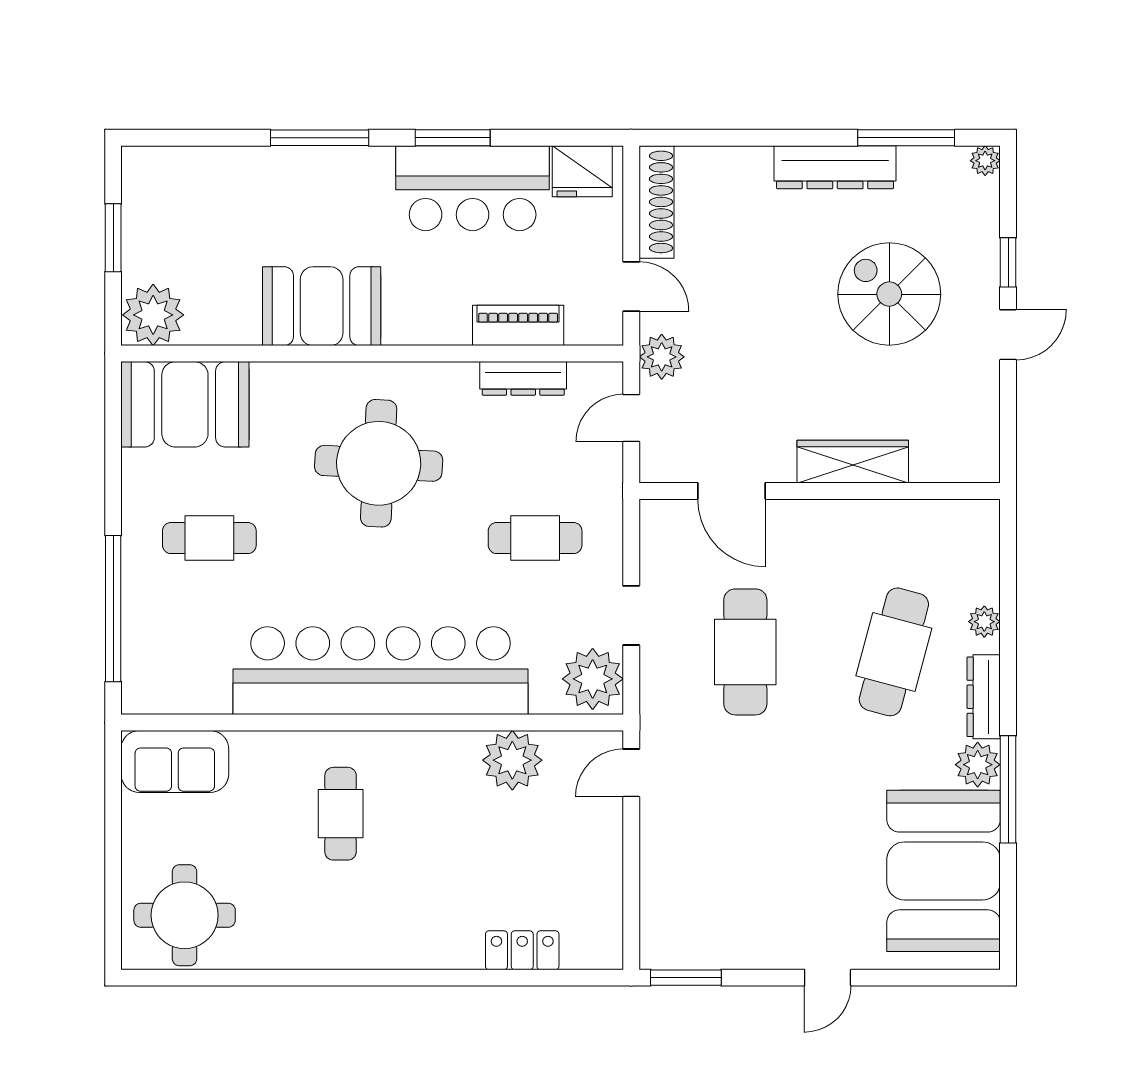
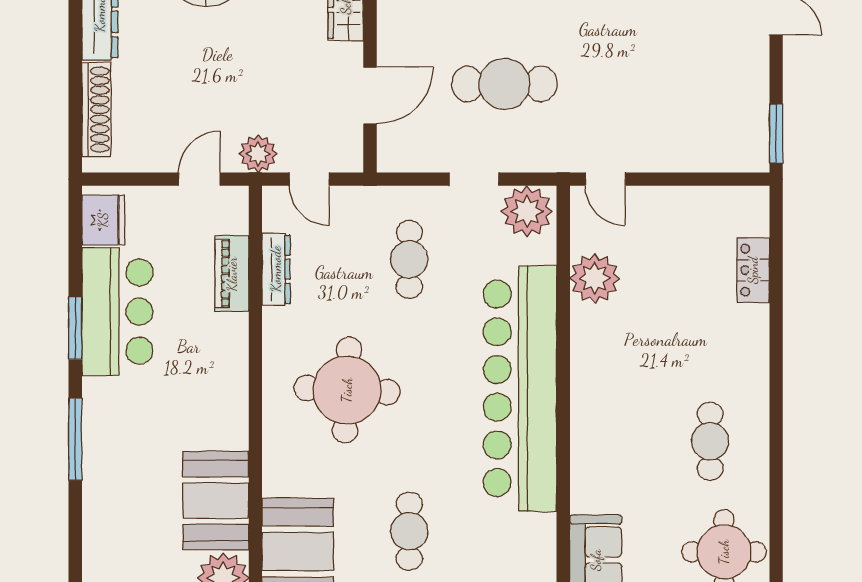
shoe rack: (656, 202) -> (96, 110), moved, turned 90
booth: (322, 306) -> (216, 501), moved
cafe table: (341, 814) -> (710, 441), moved, turned 90

